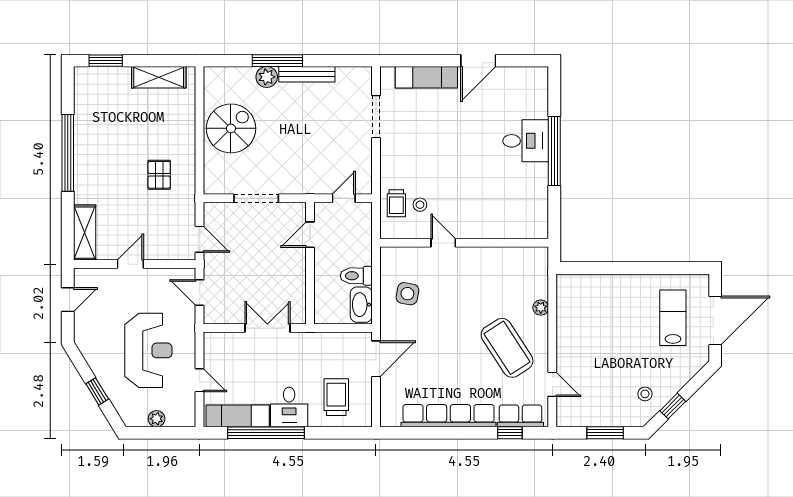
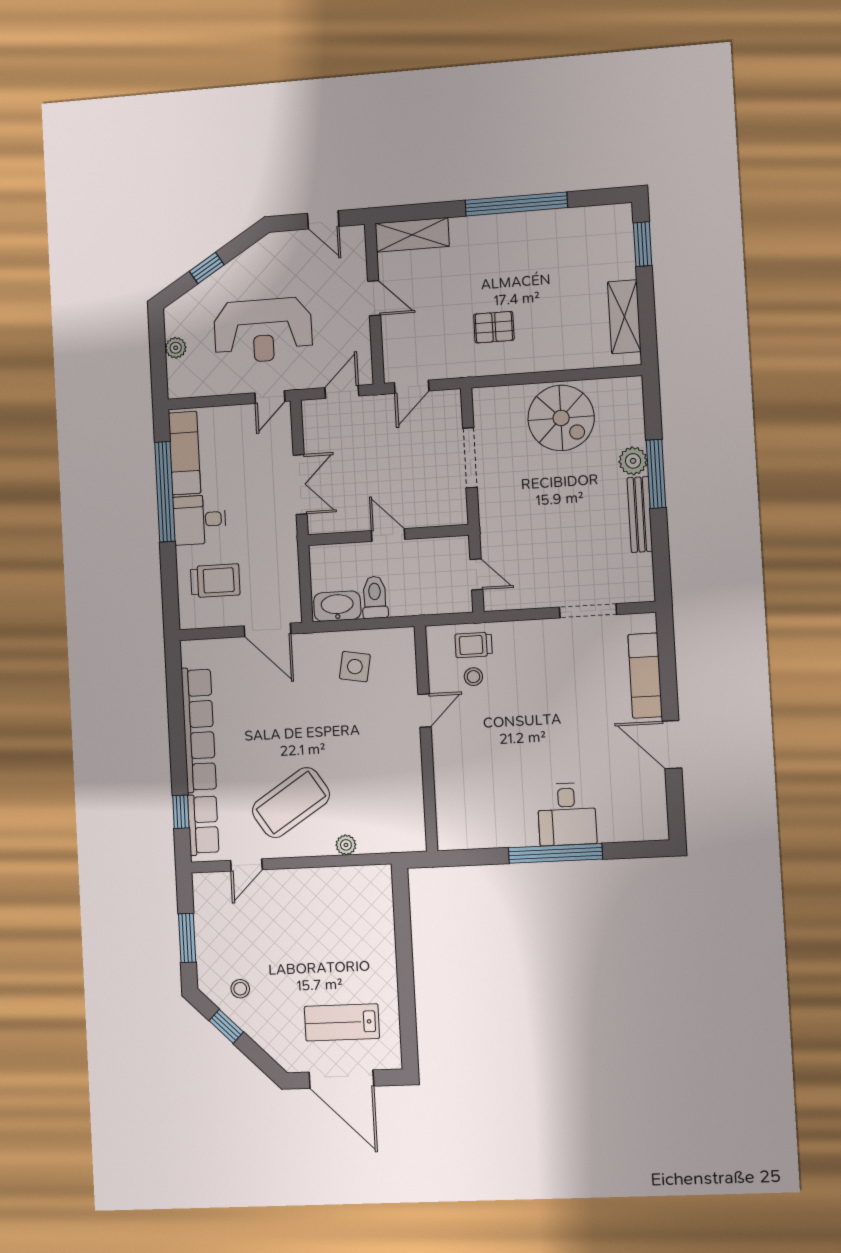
door: (310, 235) -> (388, 535), moved
lab bench: (673, 318) -> (342, 1022), turned 180
door: (200, 380) -> (270, 397), moved

